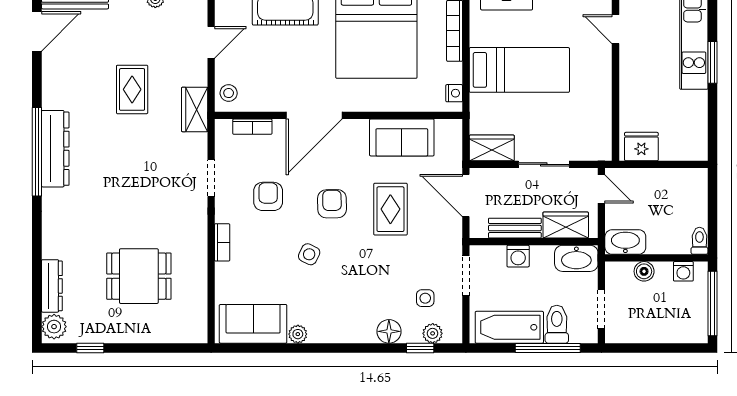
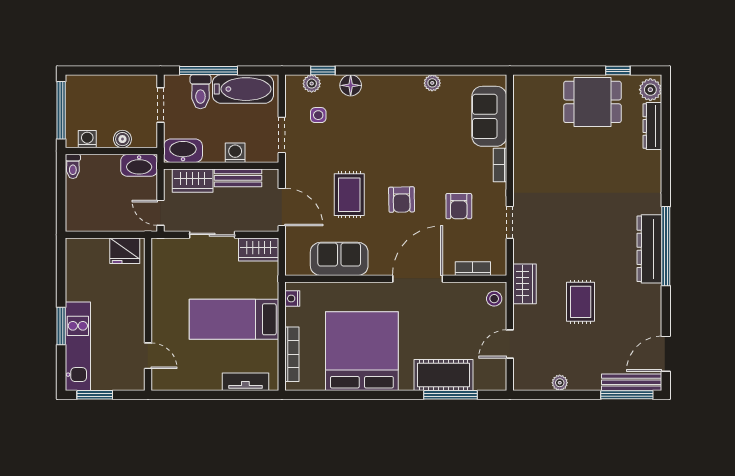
side table: (309, 254) -> (422, 154), removed
dining table: (139, 276) -> (592, 102), moved
sofa: (253, 324) -> (489, 116), moved, turned 90

